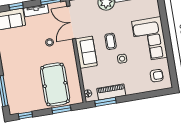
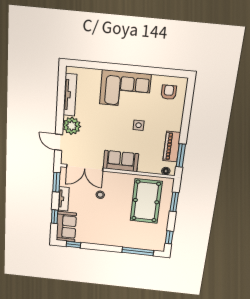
coffee table: (111, 41) -> (116, 133), removed
pool table: (55, 84) -> (146, 201), turned 90

